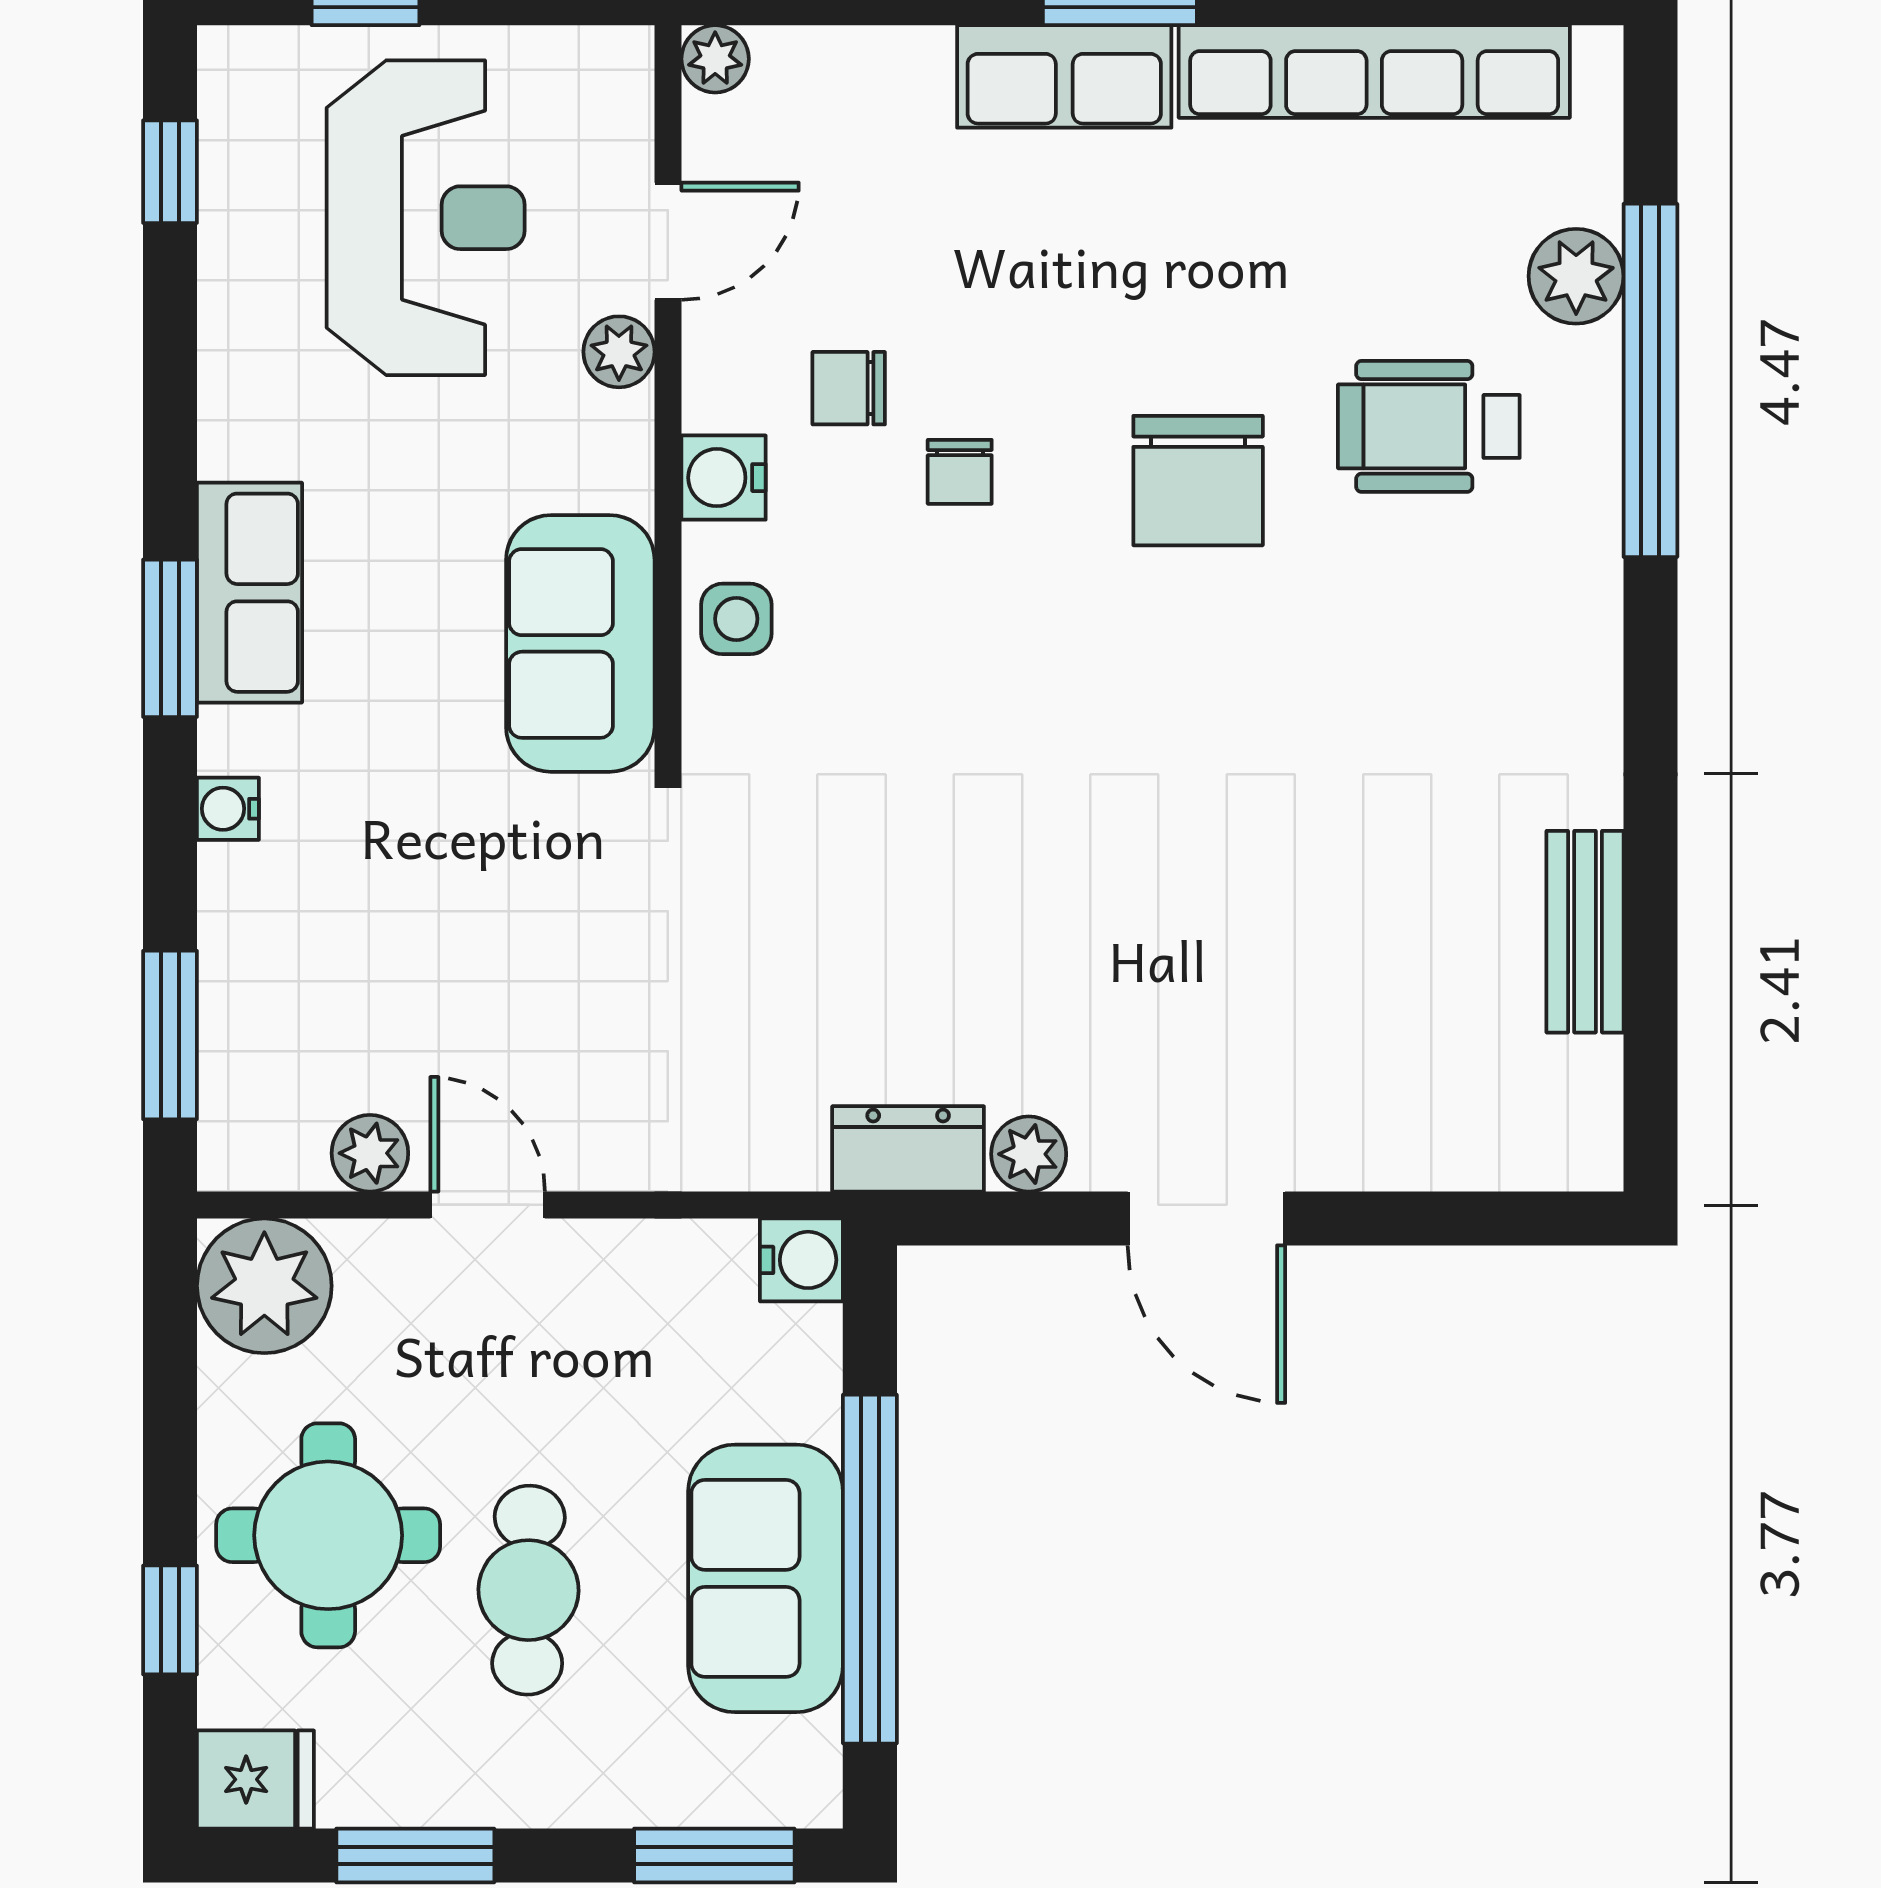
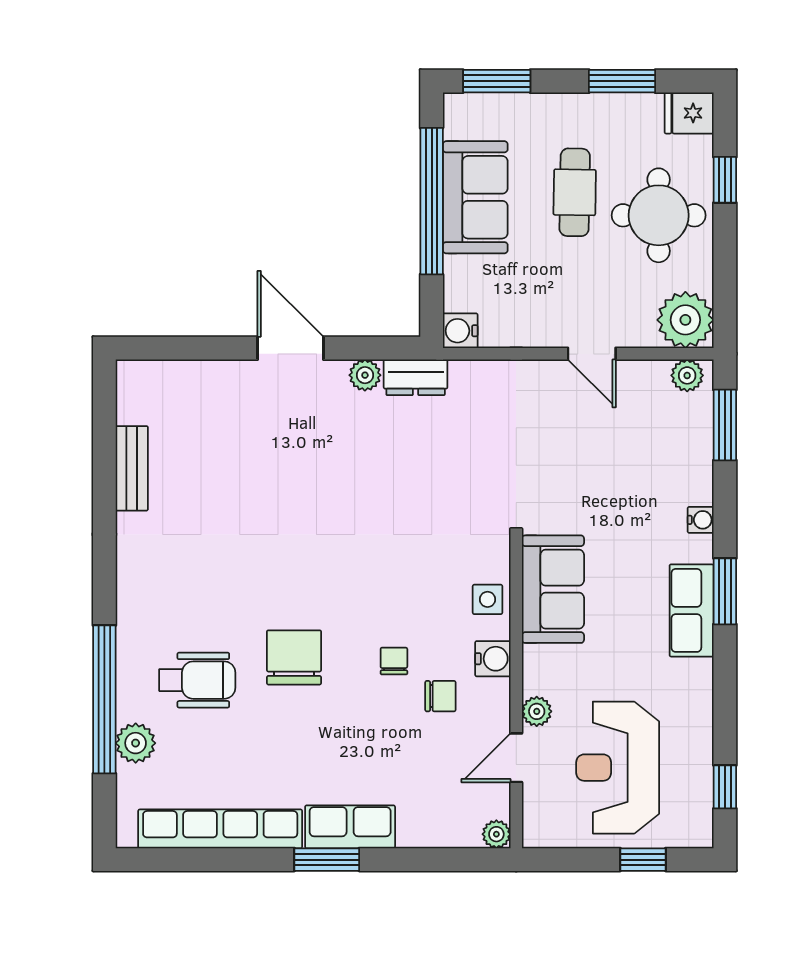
plant: (370, 1153) -> (687, 375), moved

